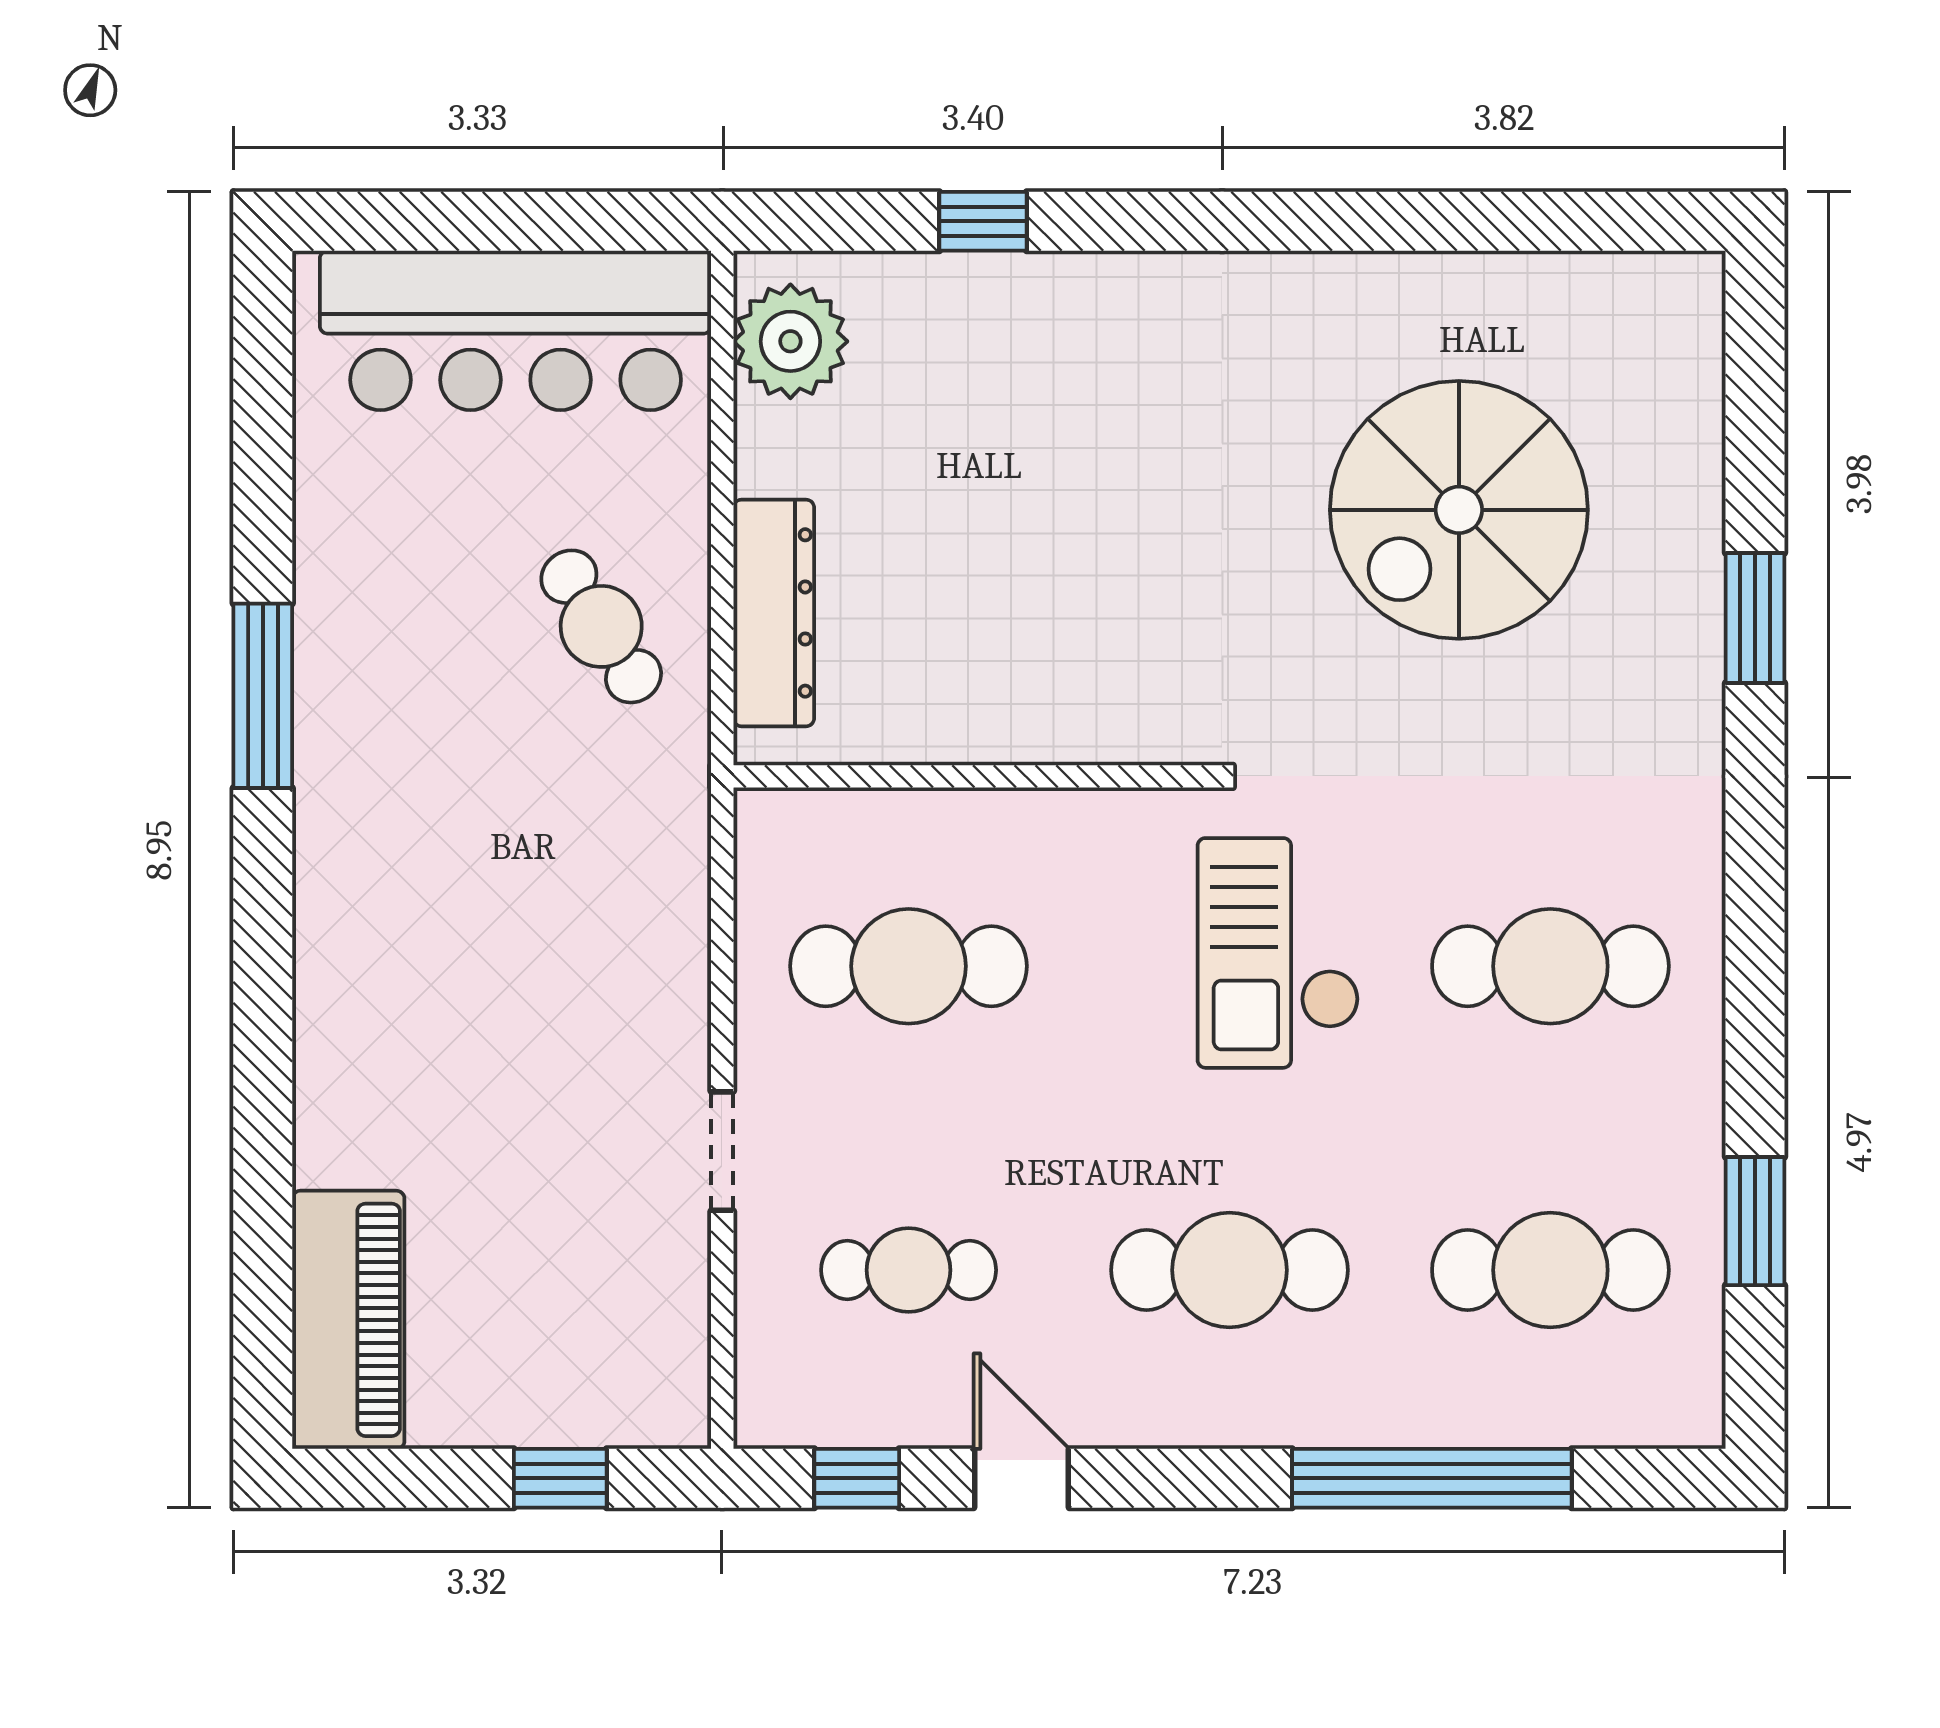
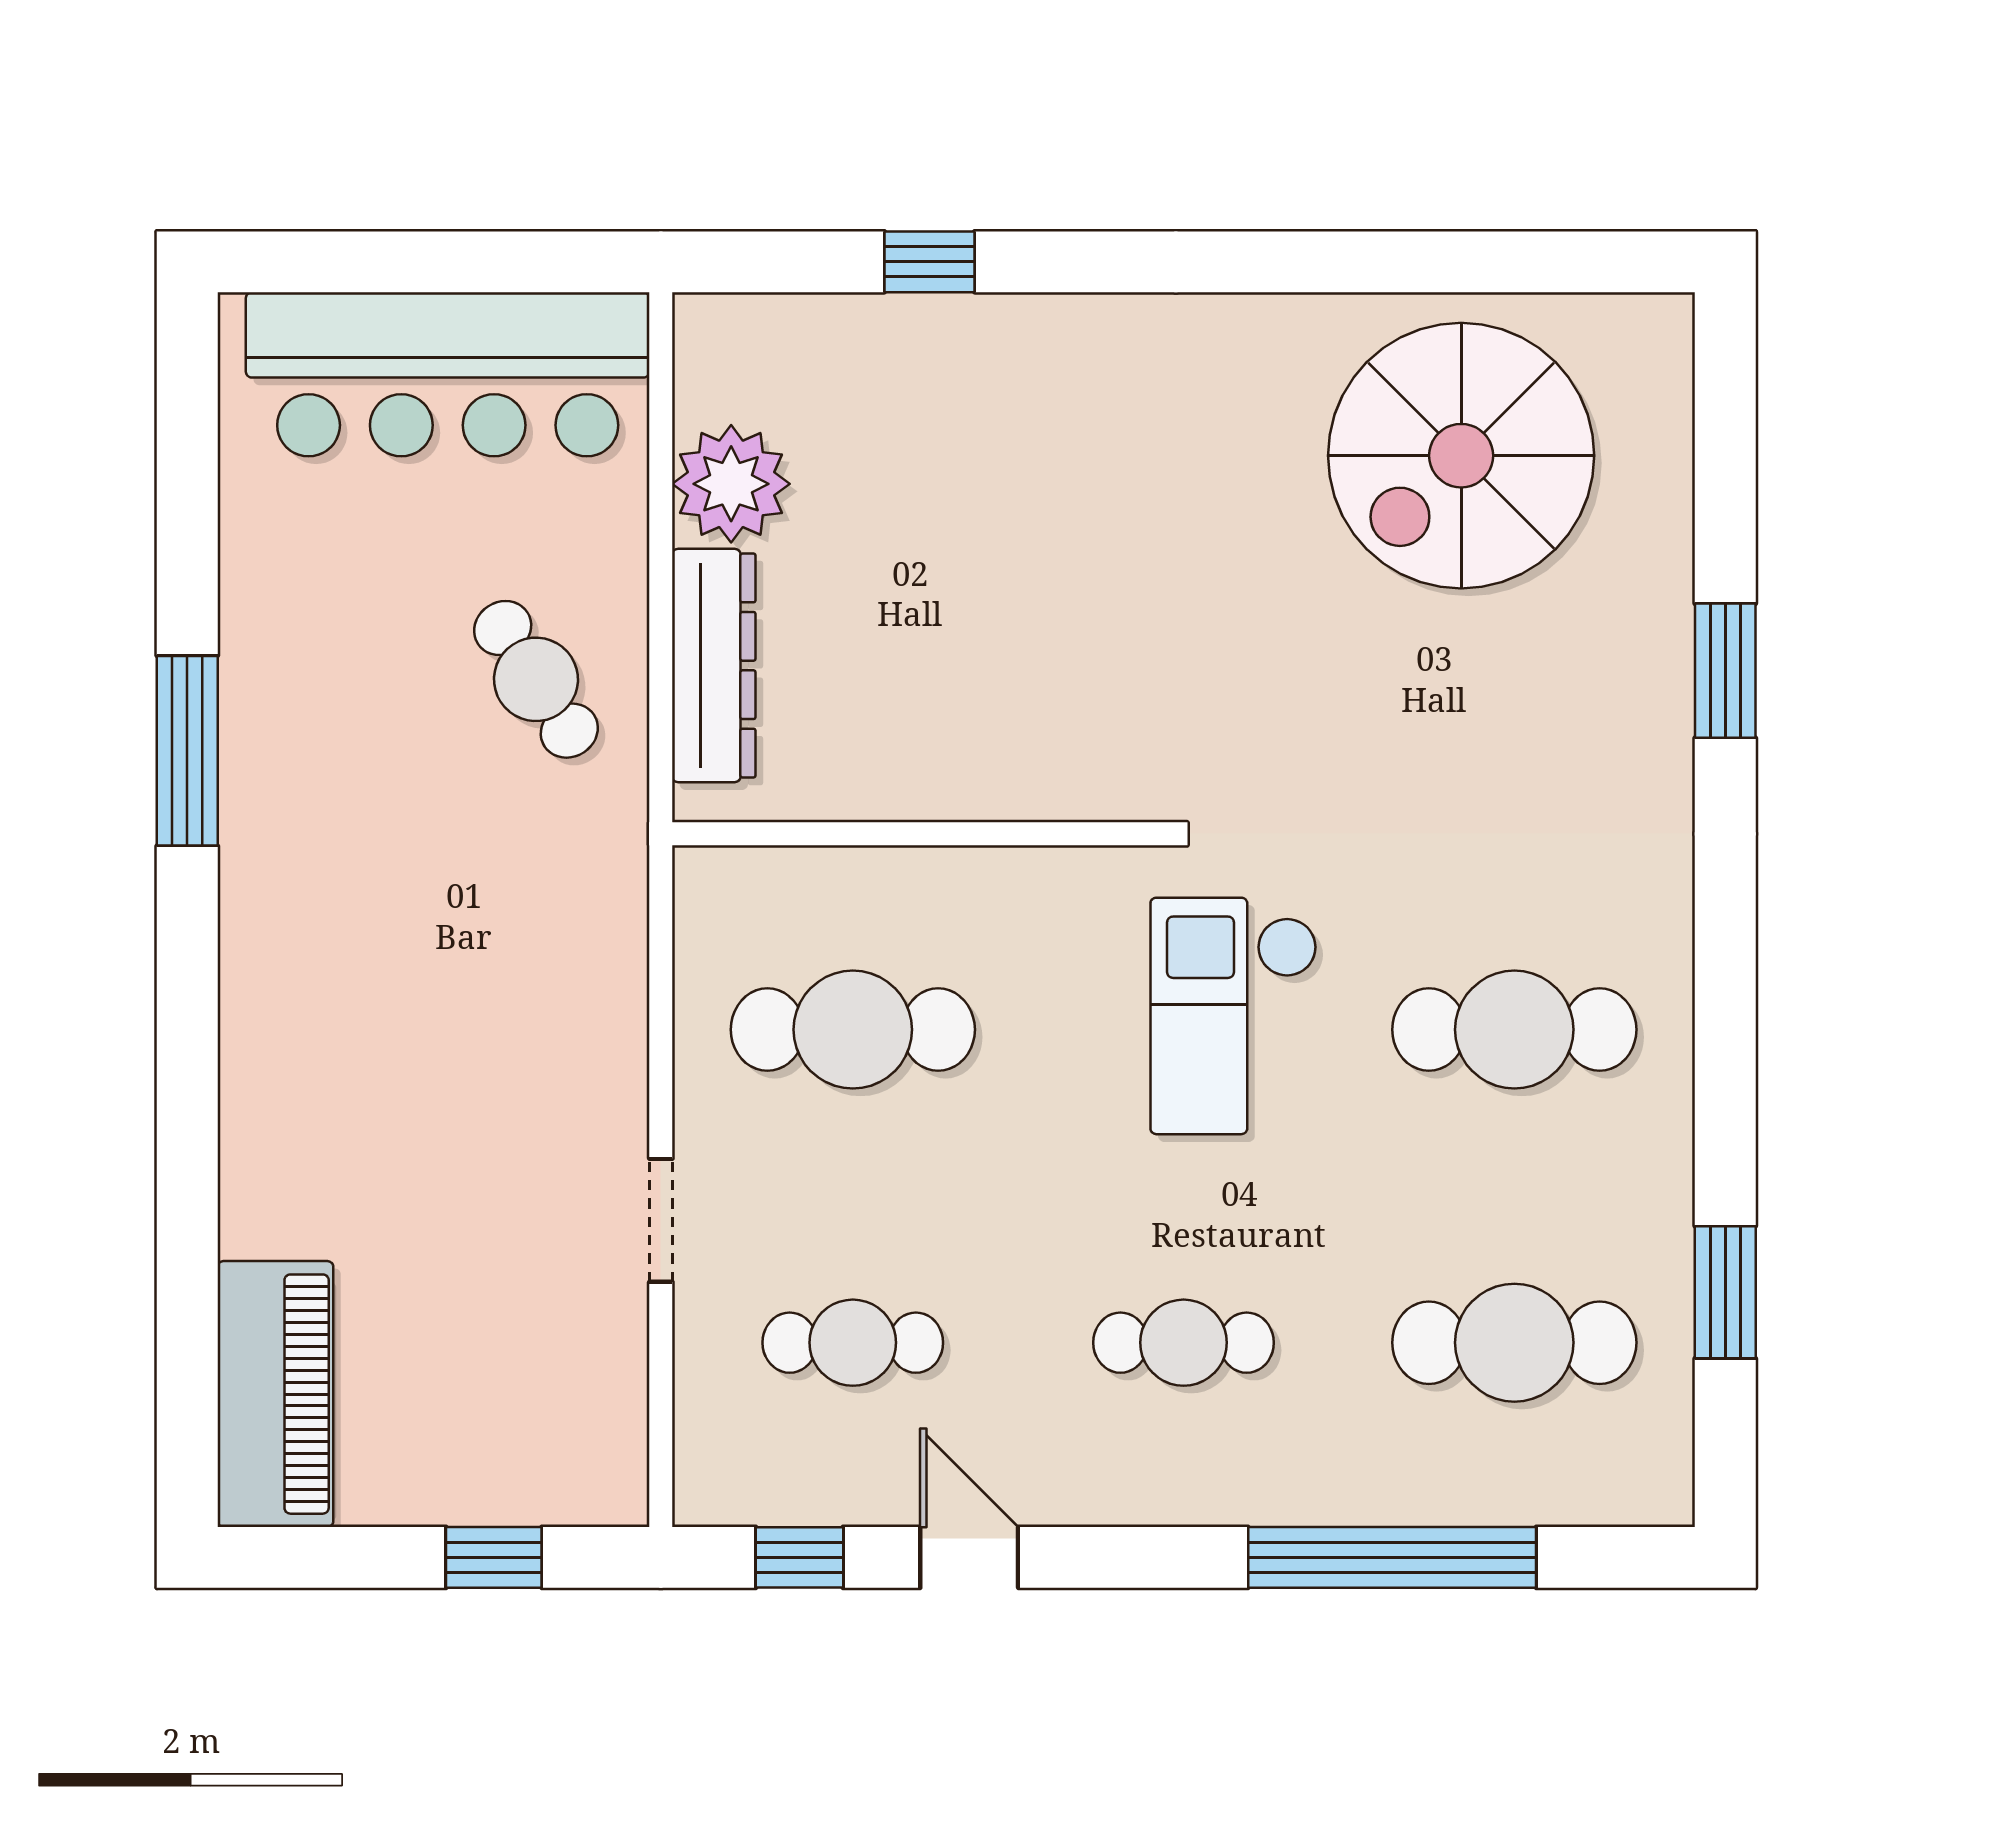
plant: (790, 341) -> (731, 484), moved
spiral stairs: (1459, 510) -> (1461, 456), moved
cafe table: (1229, 1270) -> (1184, 1343), width x0.73, depth x0.74

